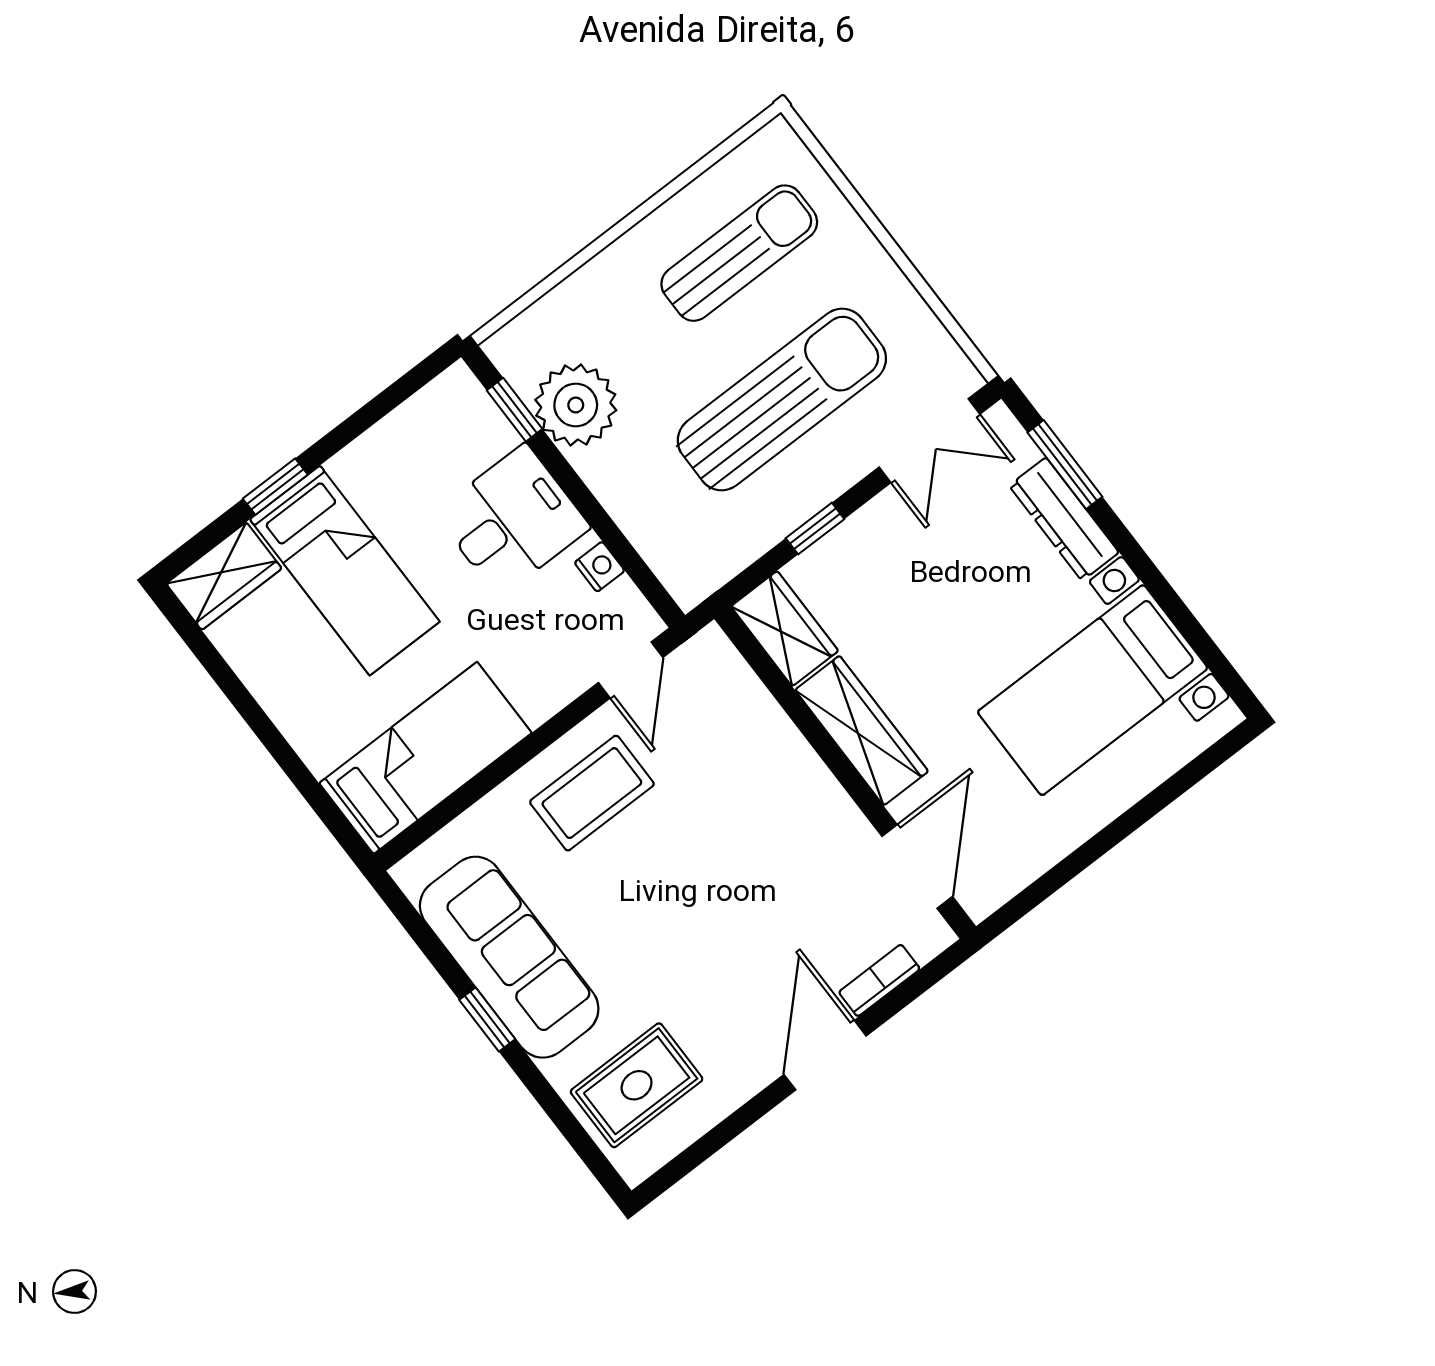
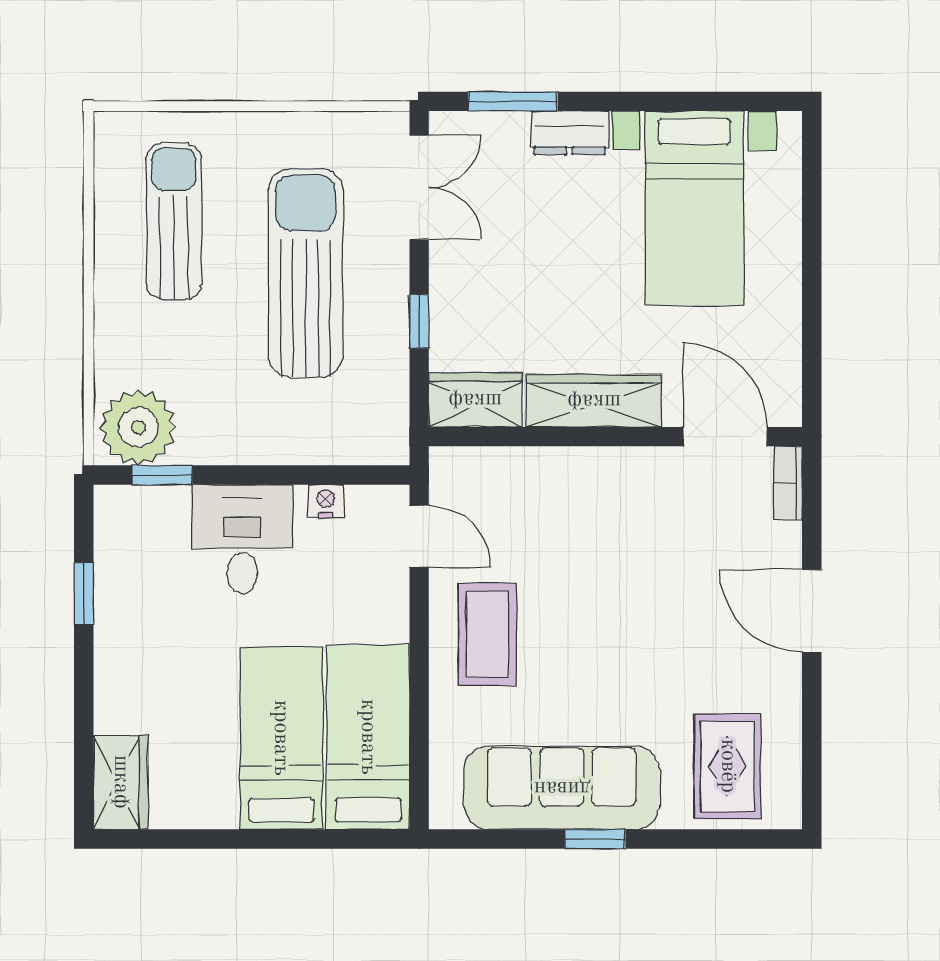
plant: (576, 405) -> (138, 427), moved
window: (275, 487) -> (84, 593), moved
dresser: (1064, 519) -> (570, 133), width x0.70
bed: (345, 571) -> (281, 738), moved, turned -90
bookcase: (879, 980) -> (788, 483), moved

